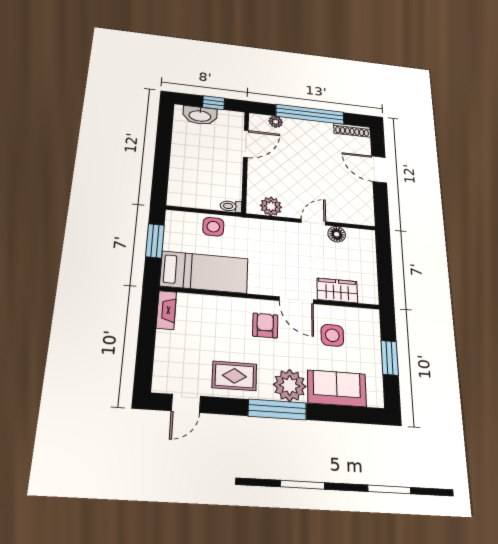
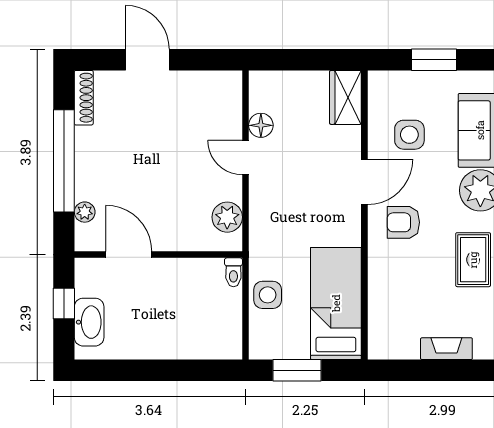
door: (379, 169) -> (147, 60), swing flipped
wardrobe: (337, 290) -> (345, 97), moved
fireplace: (166, 310) -> (446, 349), moved

